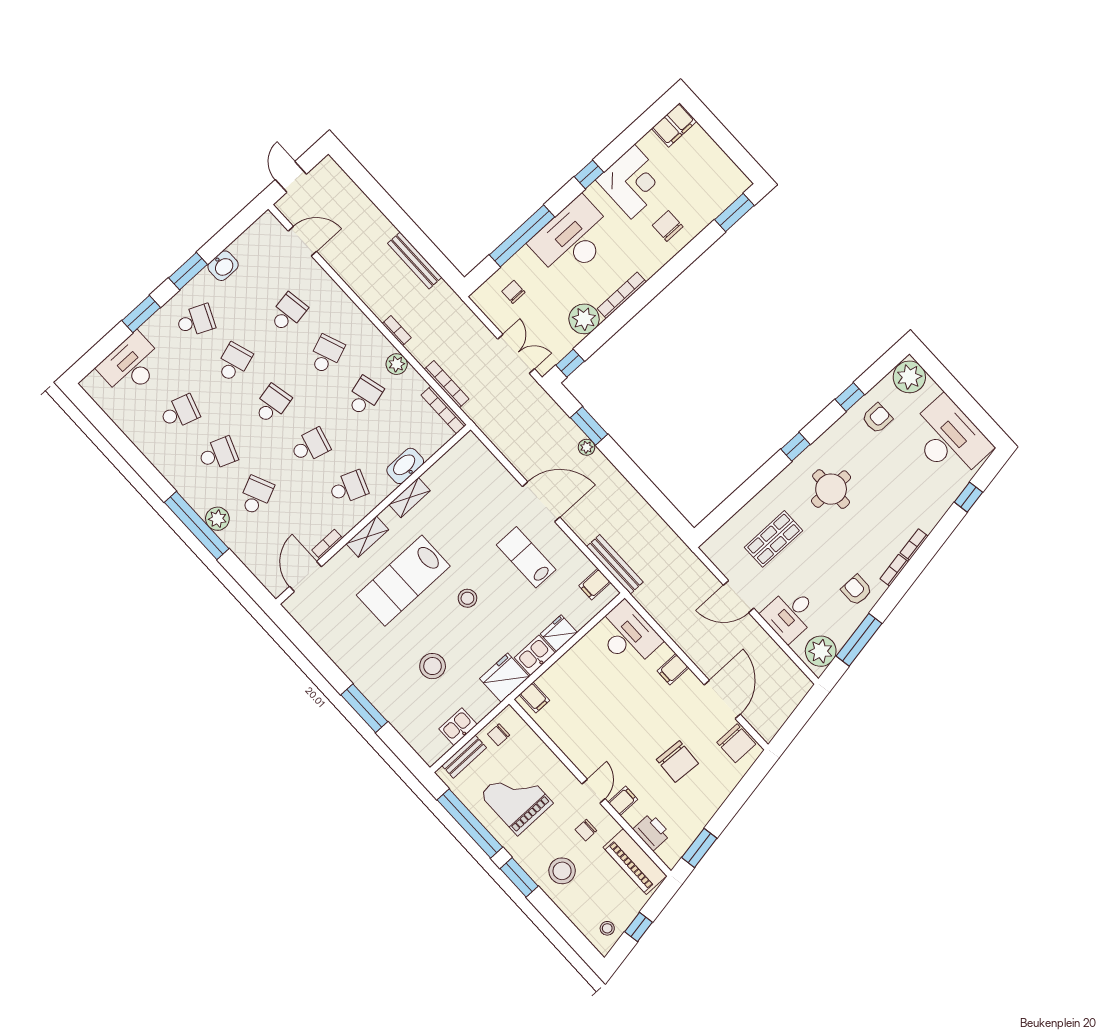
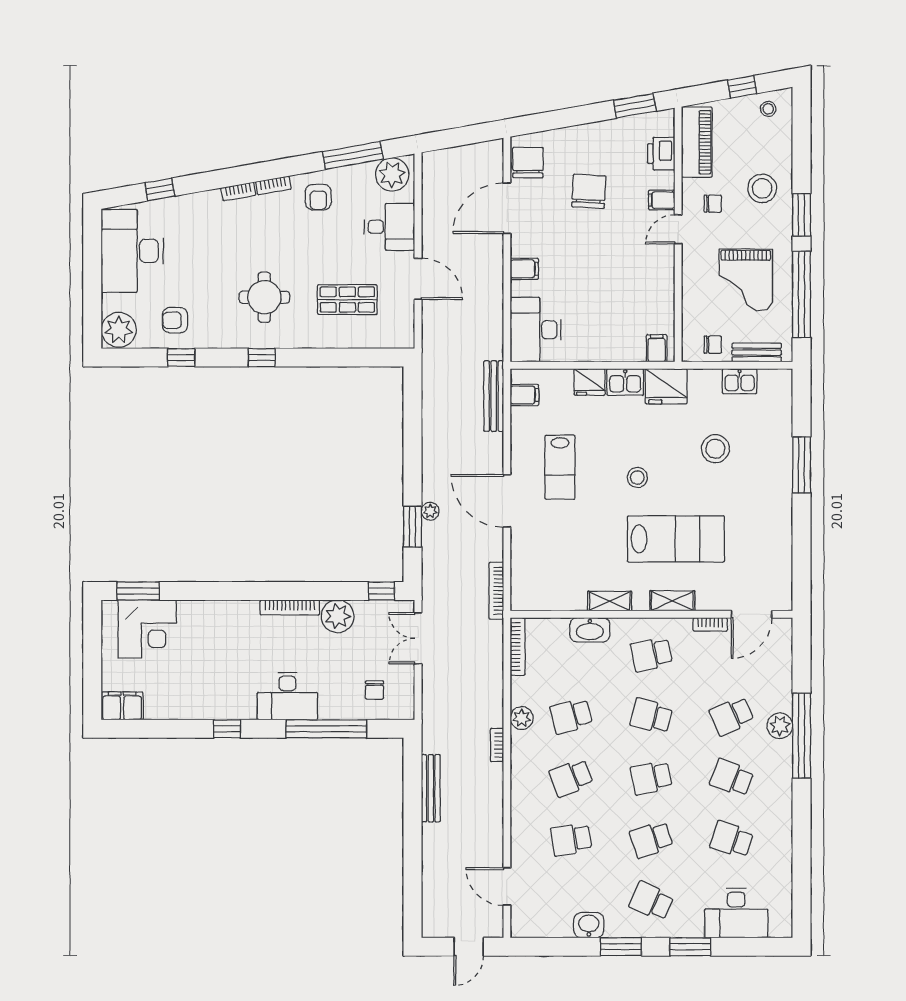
corner desk: (633, 182) -> (147, 629), moved, turned 180
chair: (668, 226) -> (202, 629), removed
desk: (573, 239) -> (287, 696), width x0.73, depth x0.77
bookcase: (447, 384) -> (496, 591), moved
school desk: (348, 488) -> (651, 654), turned -33

